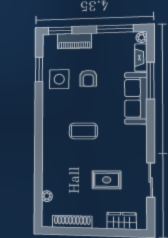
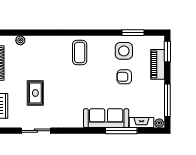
coffee table: (83, 131) -> (80, 53), moved

